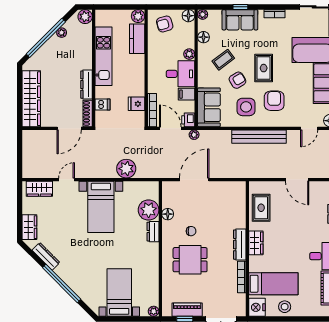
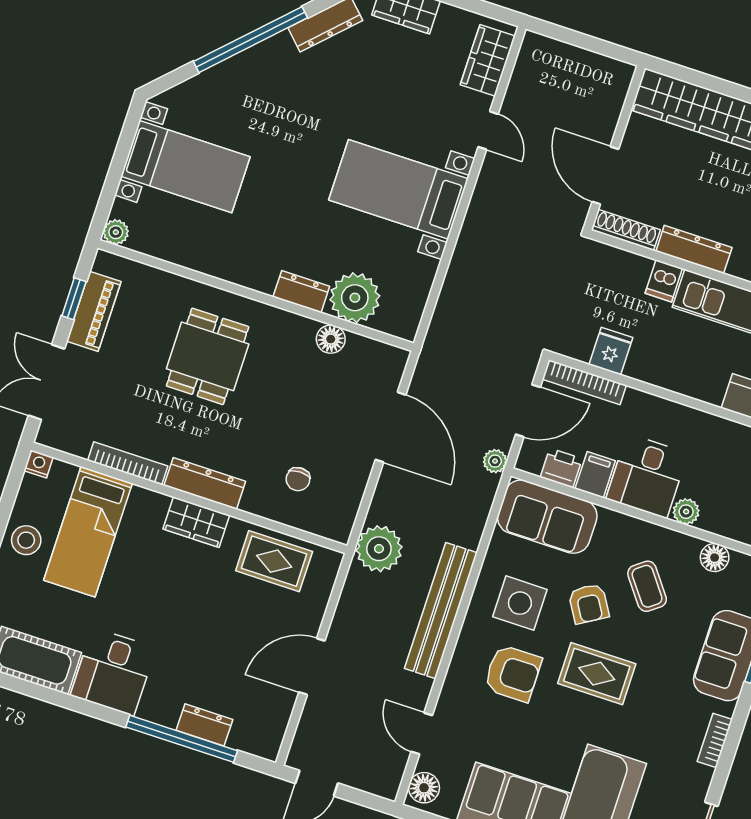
dishwasher: (103, 105) -> (664, 281), moved
printer: (188, 120) -> (561, 468), moved
plant: (126, 169) -> (379, 549), moved
chair: (191, 231) -> (298, 479), moved
nightstand: (257, 307) -> (39, 464), width x0.53, depth x0.56

